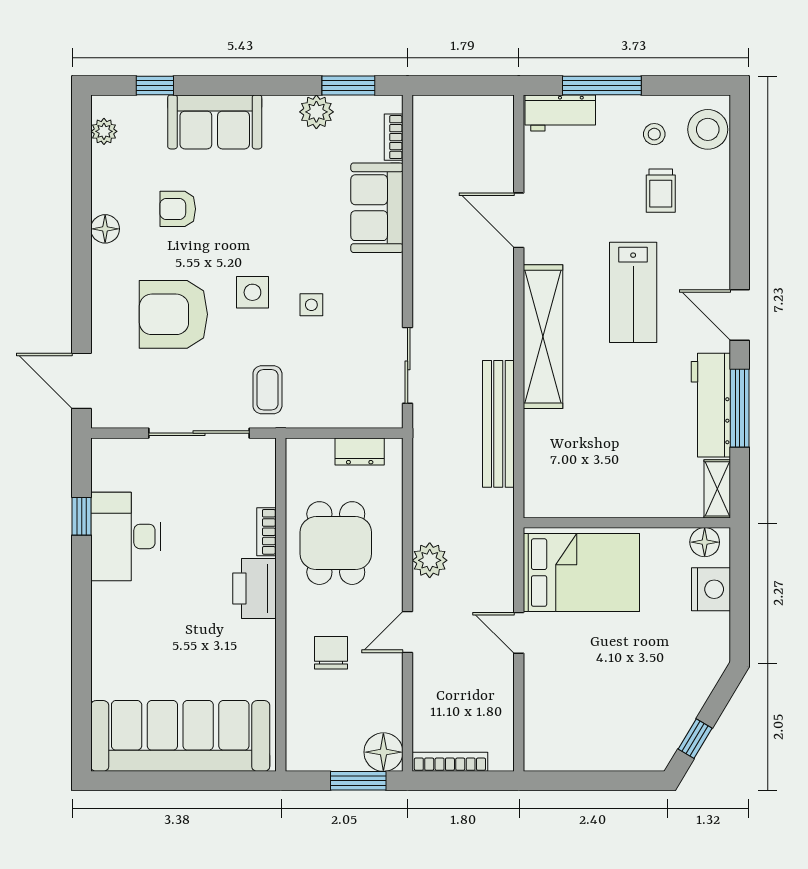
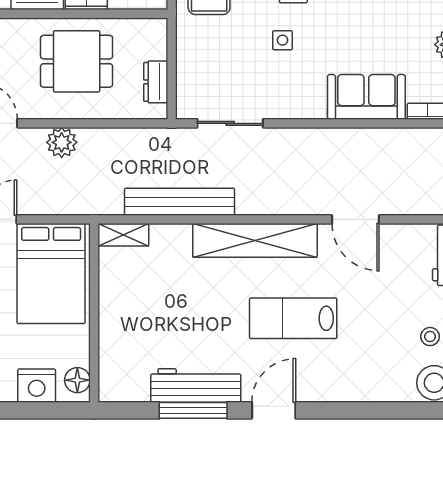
trolley: (661, 191) -> (381, 342), removed
door: (519, 220) -> (356, 219), swing flipped
shelving: (717, 489) -> (123, 235), moved

